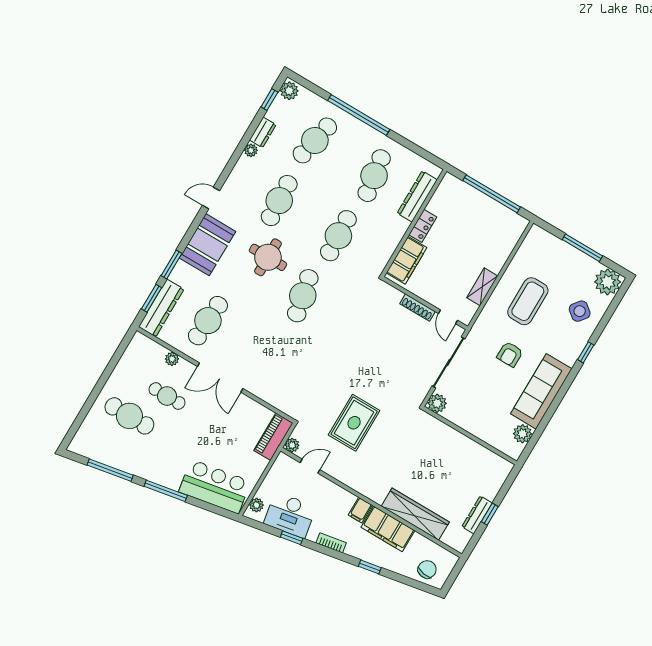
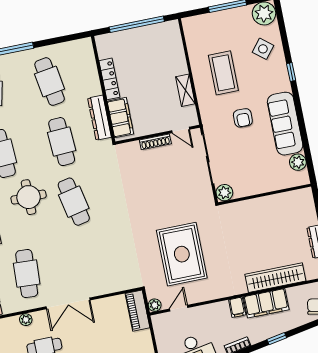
dresser: (417, 196) -> (99, 118), moved
locker: (423, 226) -> (109, 79), width x1.53
rug: (354, 423) -> (182, 254), width x1.37, depth x1.44

